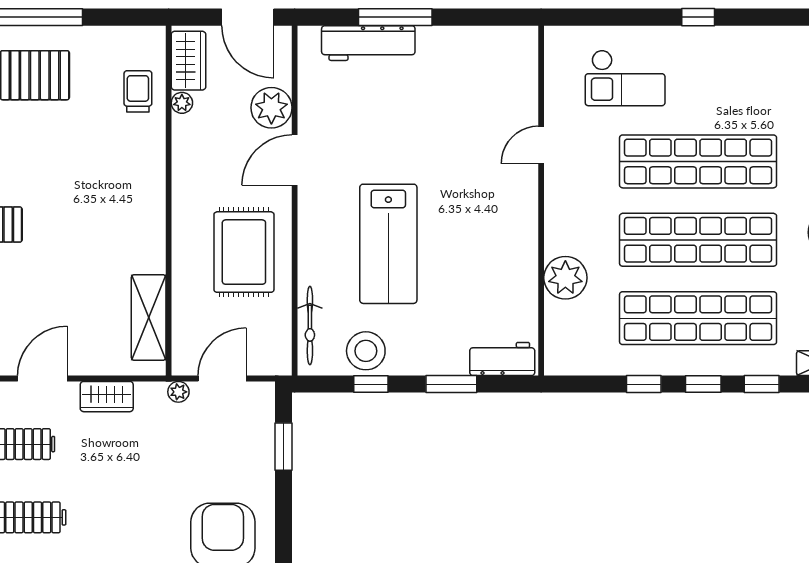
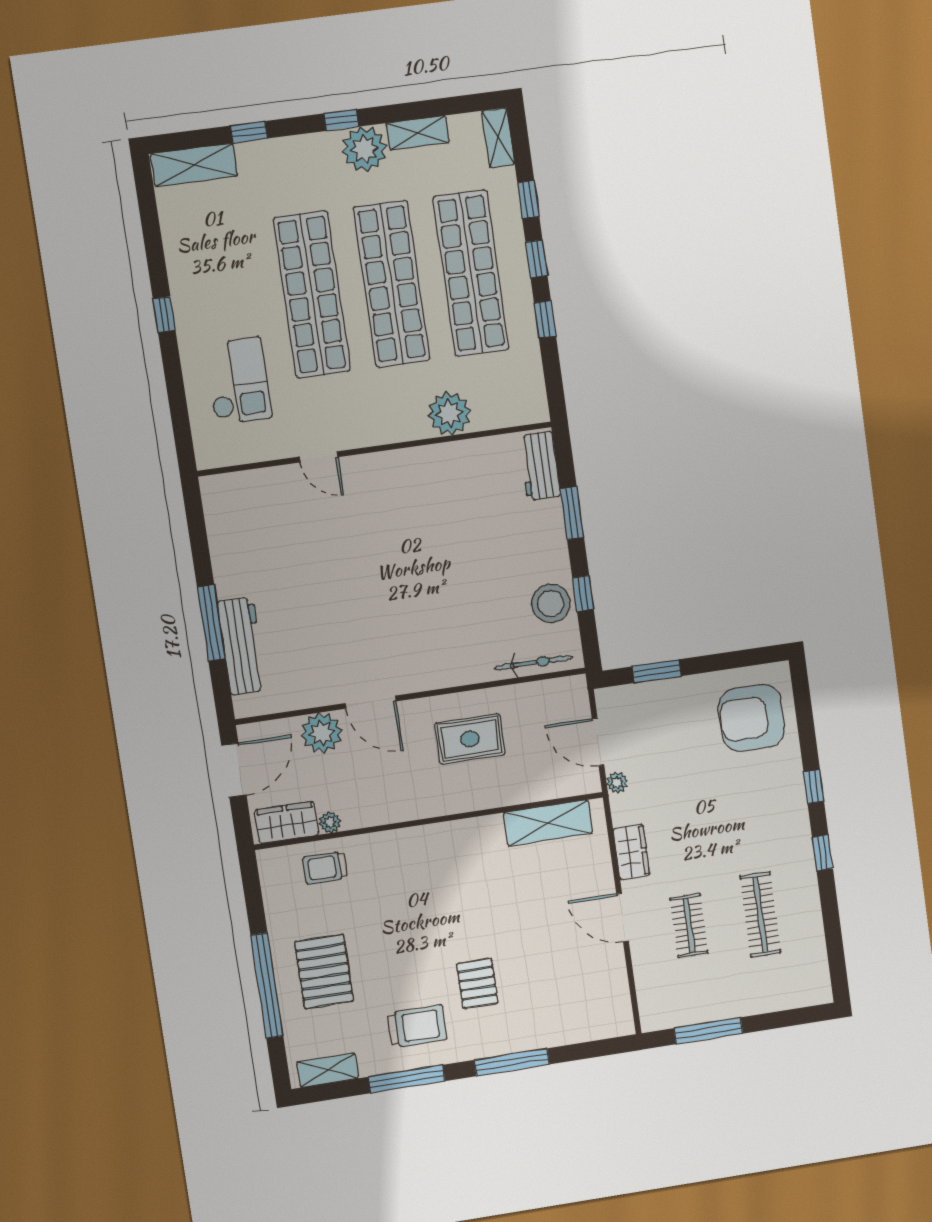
lab bench: (388, 244) -> (441, 596), removed
rug: (244, 252) -> (470, 739), width x0.73, depth x0.70

